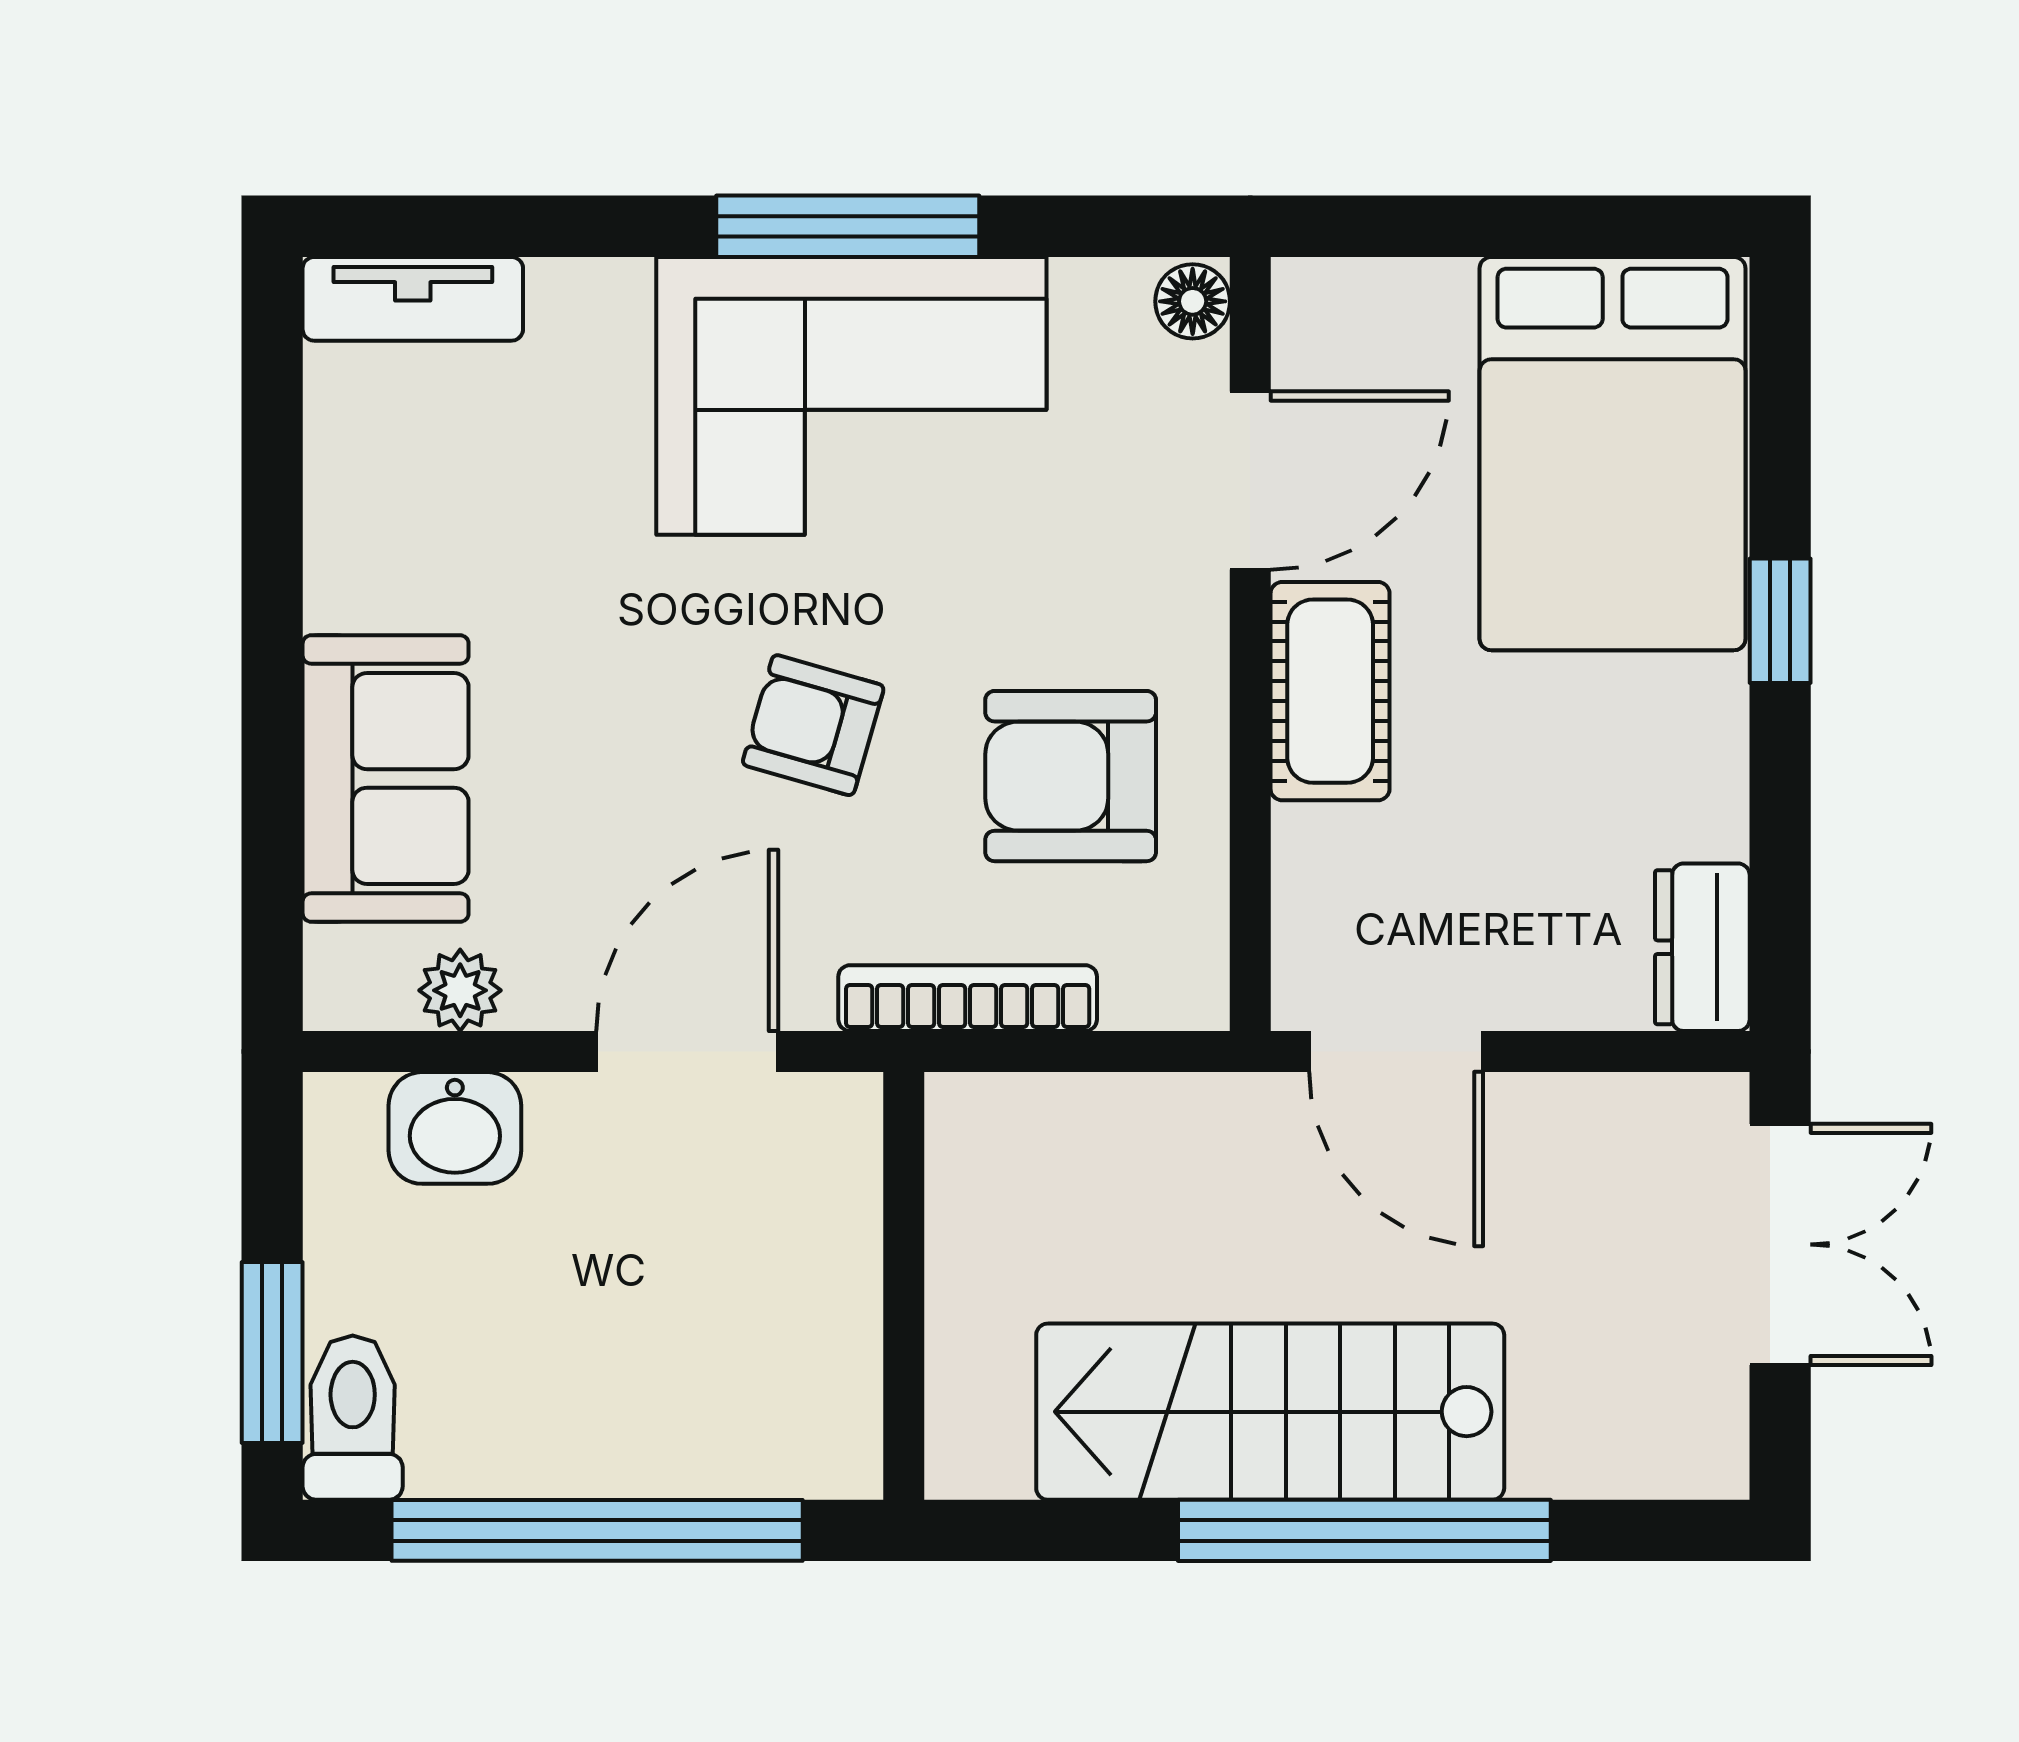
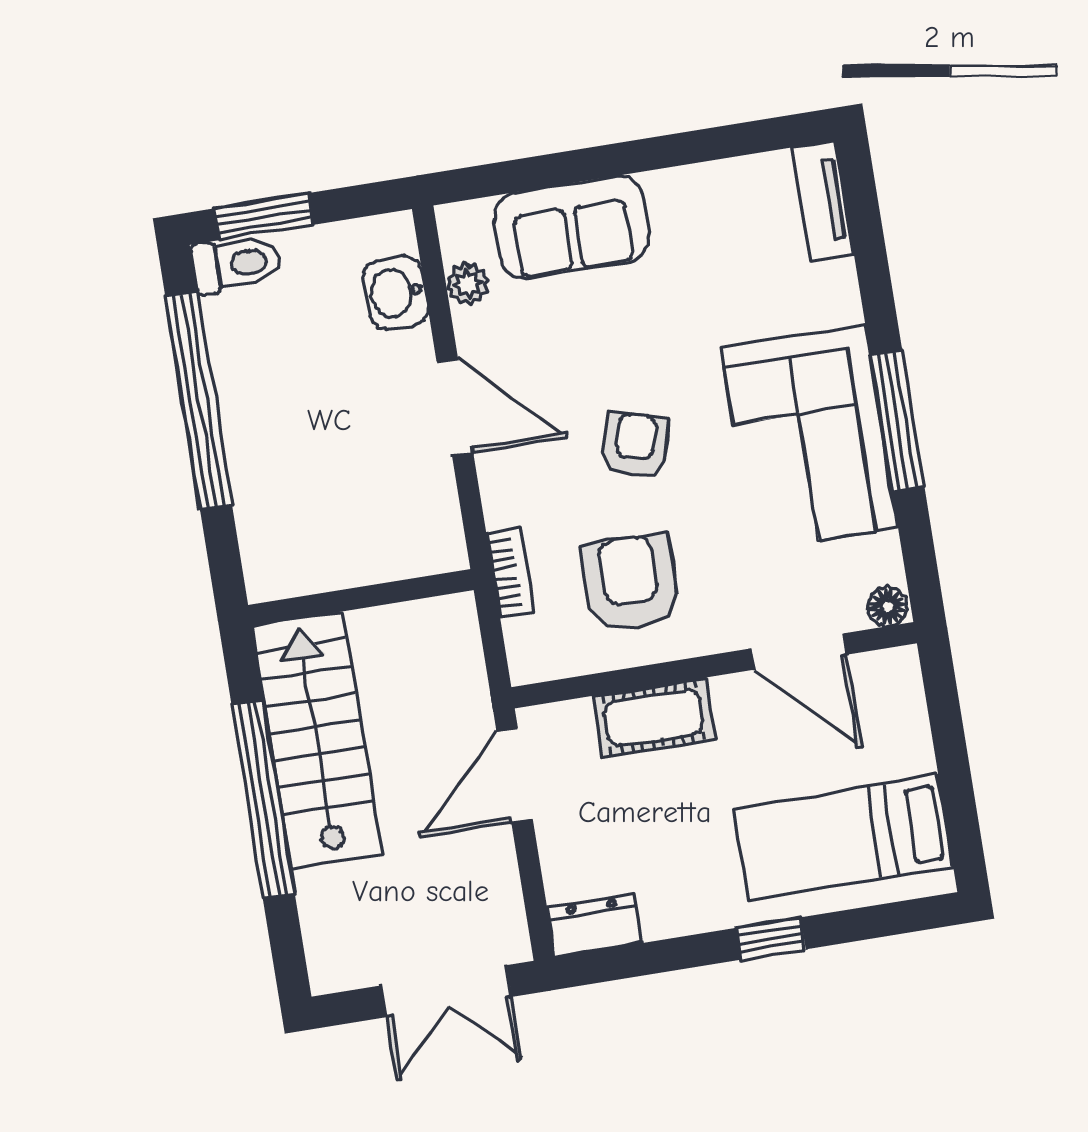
bed: (1613, 454) -> (844, 837), width x0.67
cot: (1330, 691) -> (654, 718), moved
bookcase: (968, 998) -> (510, 572), width x0.64
wall: (904, 1286) -> (361, 598), moved

